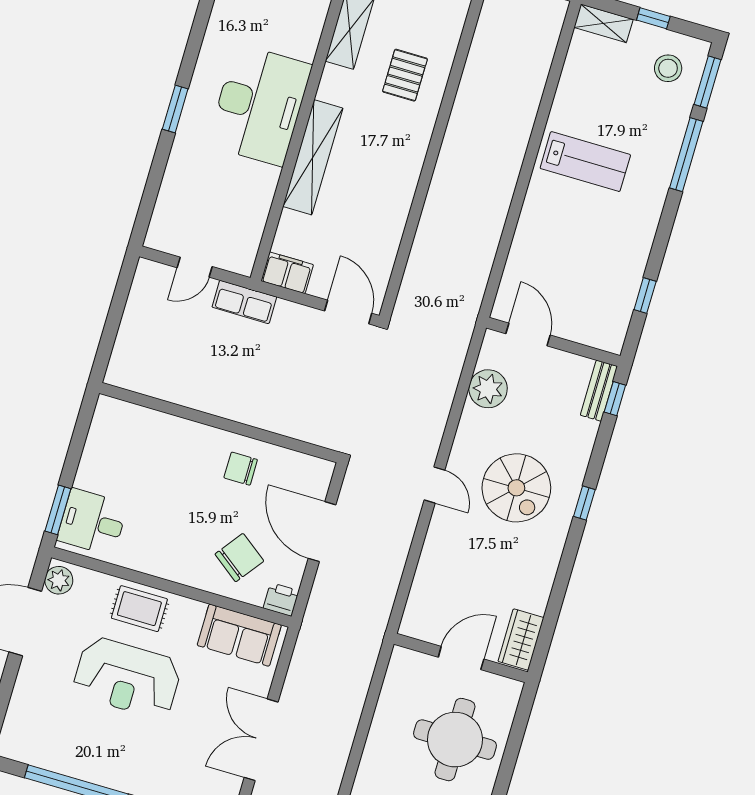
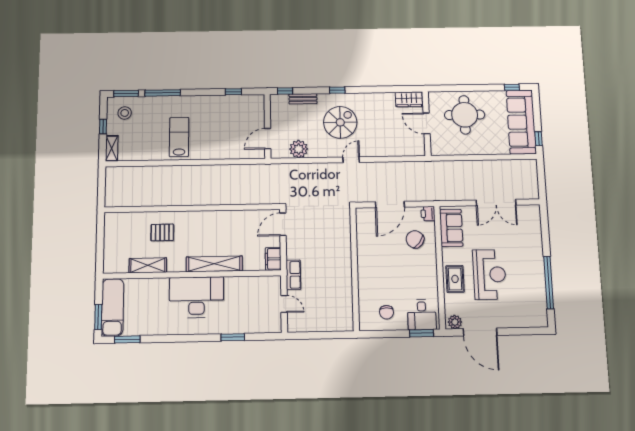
window: (175, 109) -> (233, 337), moved
bench: (599, 391) -> (303, 99), moved
chair: (241, 469) -> (387, 312), moved

